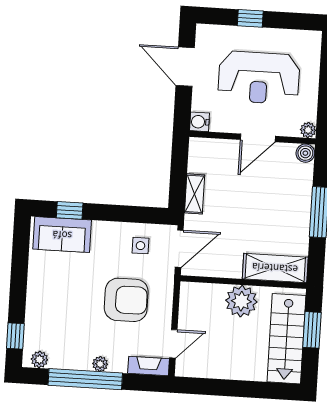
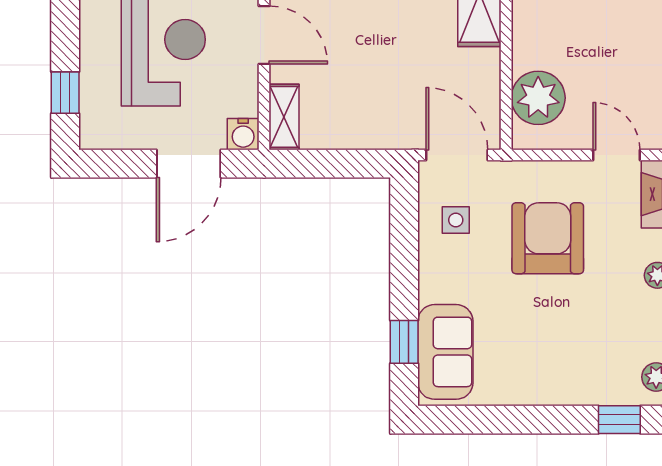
window: (250, 18) -> (65, 93), moved
door: (185, 67) -> (189, 164), moved
shelving: (195, 194) -> (284, 117), moved, turned 90
plant: (241, 301) -> (538, 98), moved

